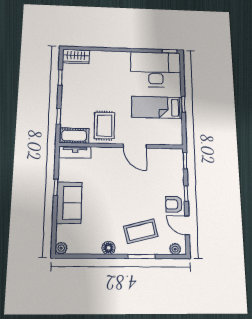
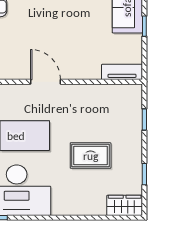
rug: (104, 126) -> (91, 156), moved, turned 90
cot: (74, 136) -> (124, 94), removed

